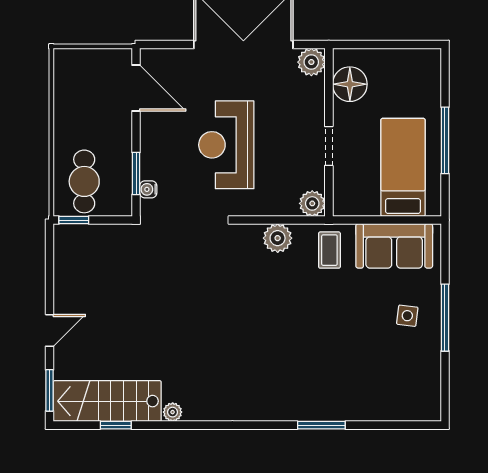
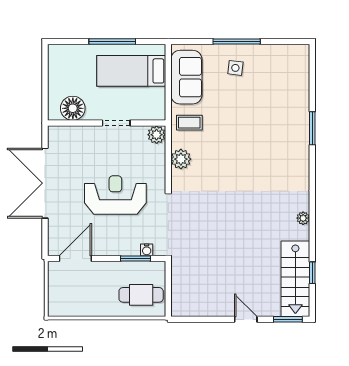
plant: (311, 62) -> (57, 135), removed
reception desk: (226, 145) -> (115, 195), turned 180
window: (74, 220) -> (168, 302), removed
plant: (173, 412) -> (303, 218), moved

